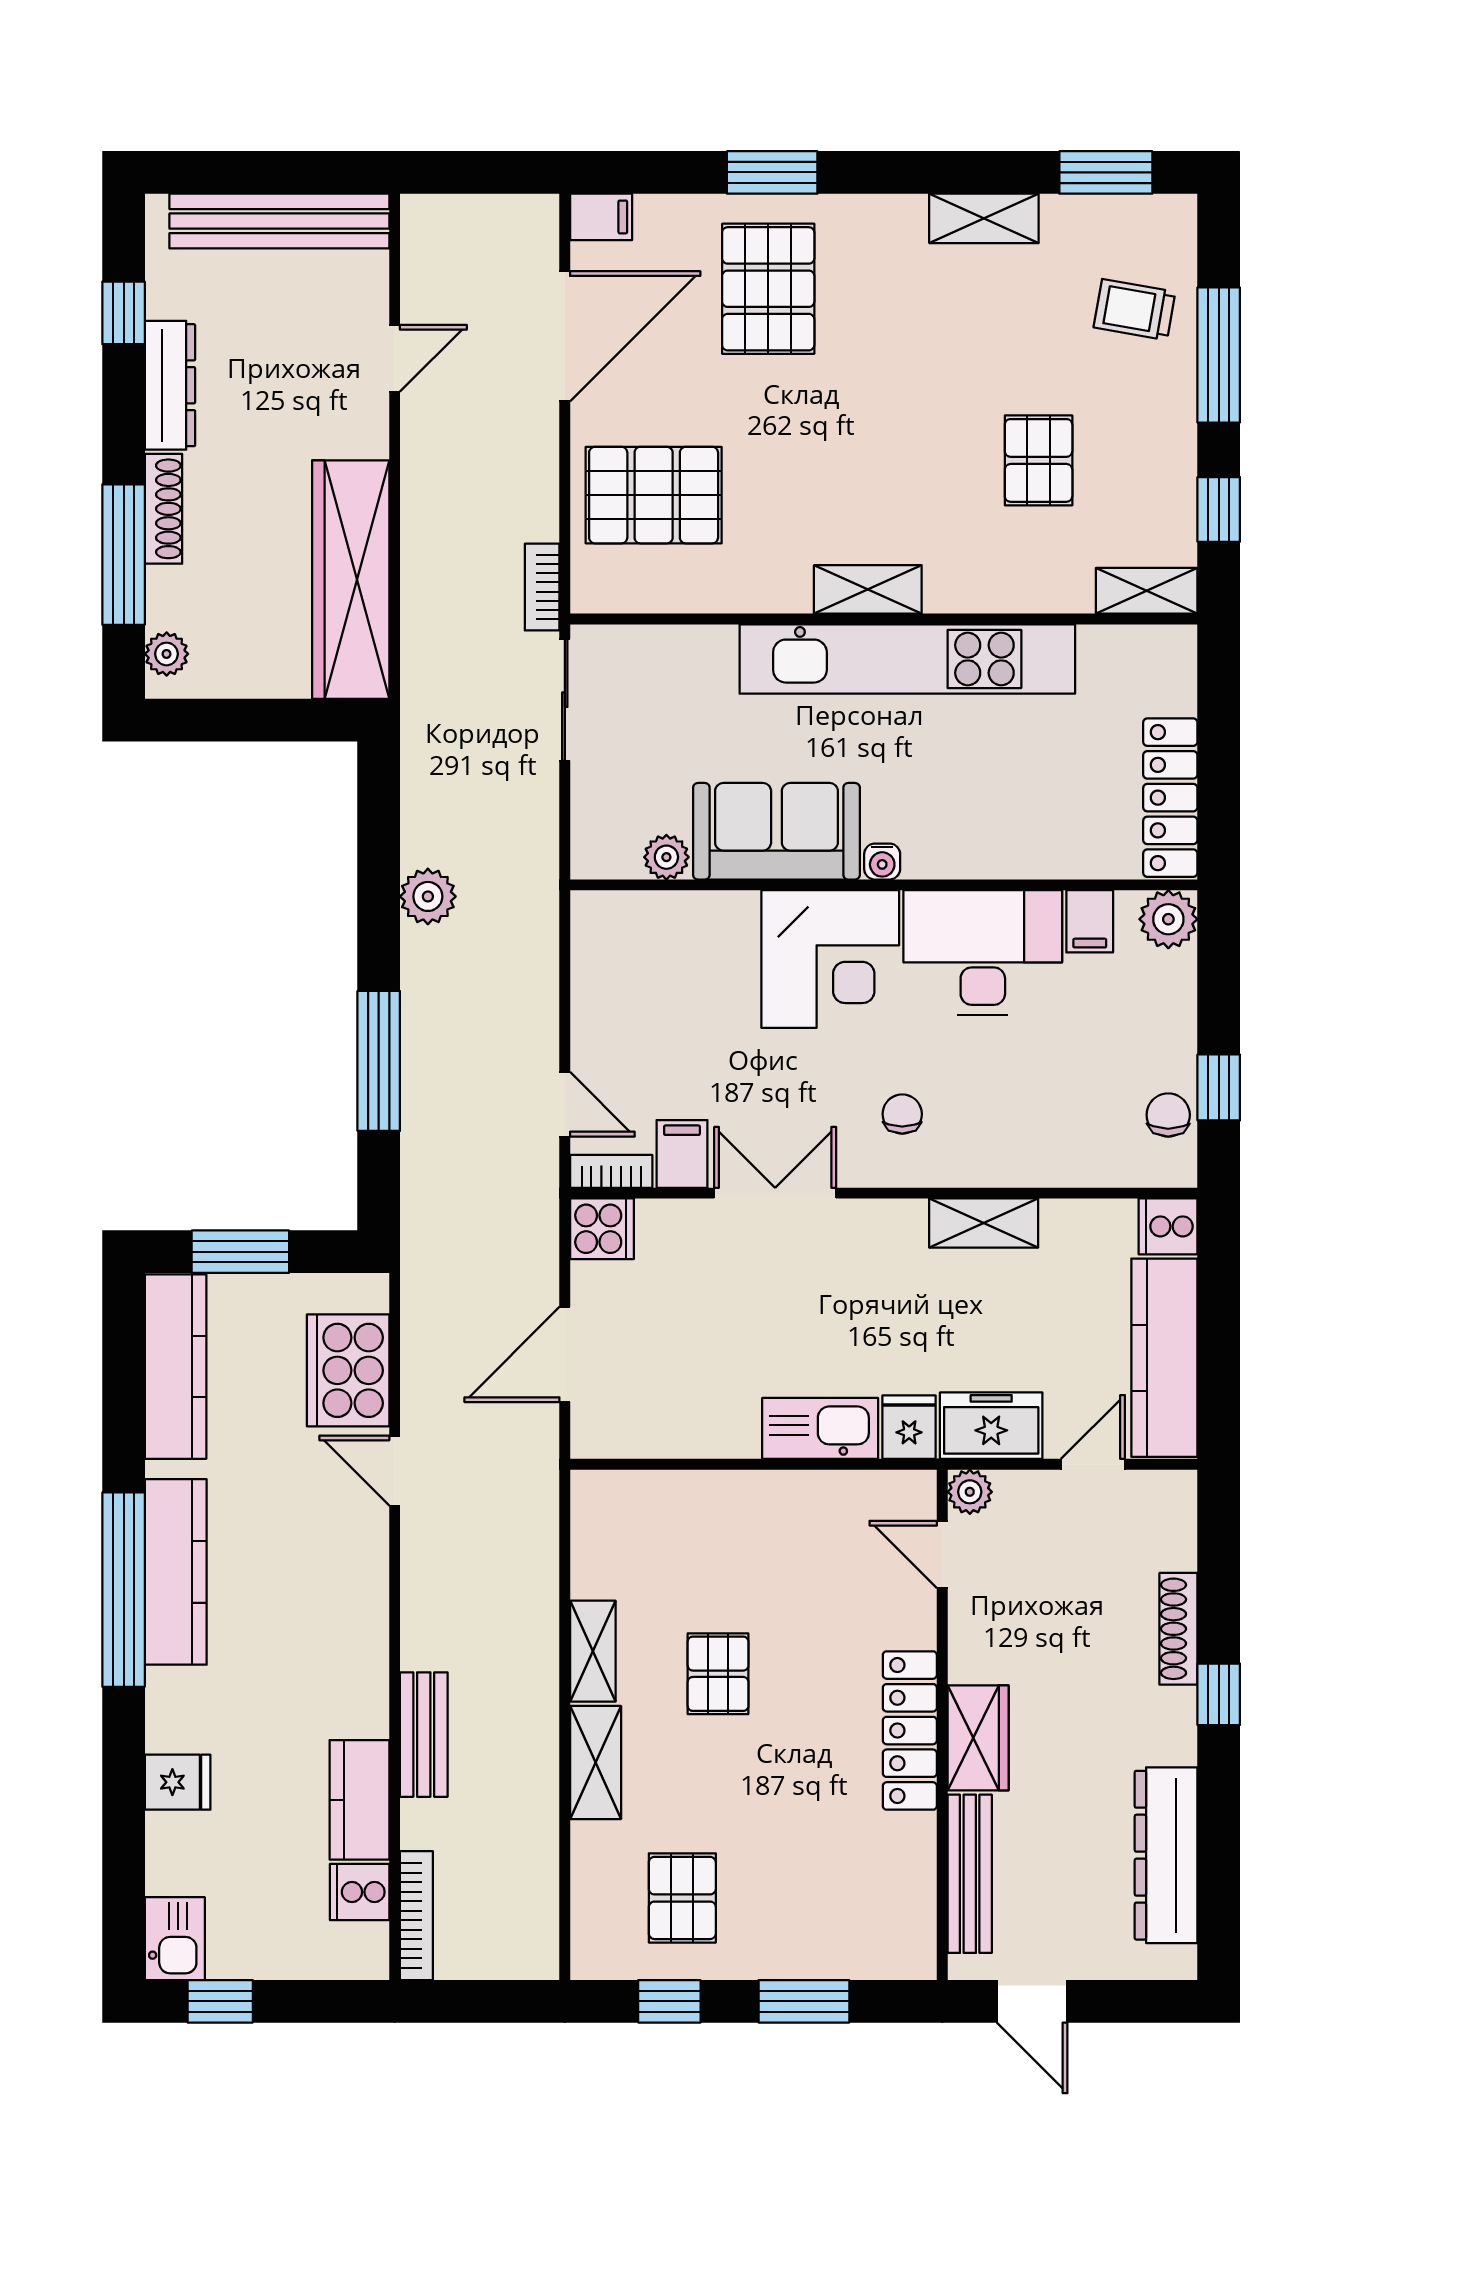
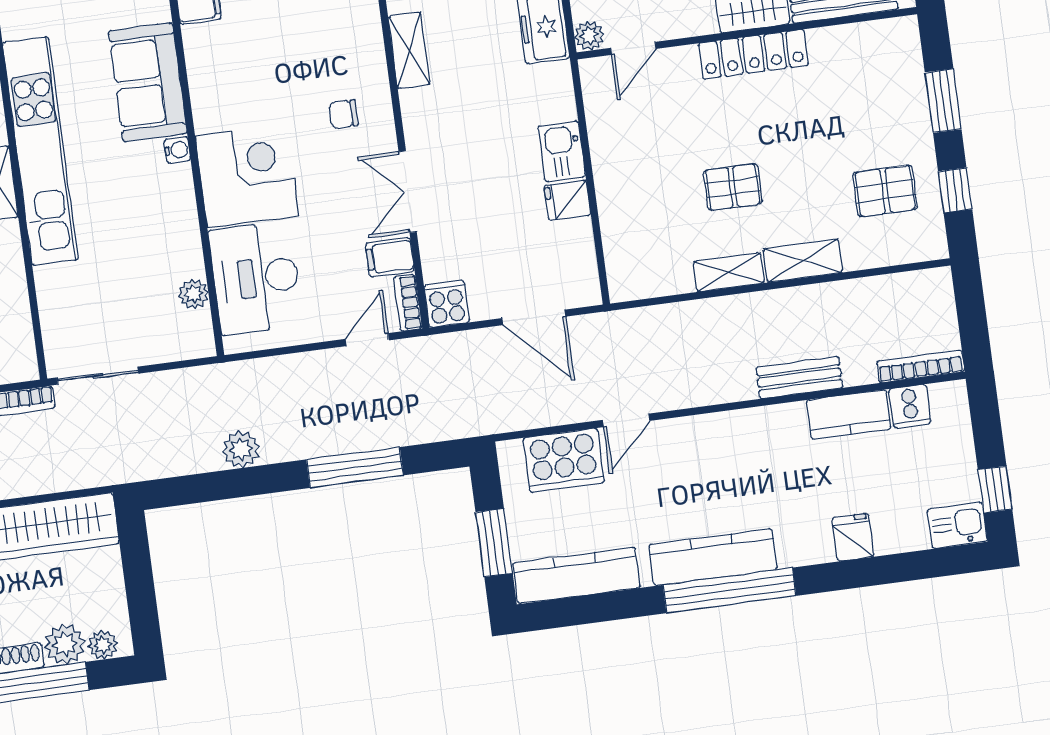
plant: (175, 598) -> (65, 644), added
sofa: (776, 831) -> (148, 82), moved
desk: (983, 952) -> (256, 278), moved
fridge: (909, 1427) -> (567, 200), moved
kitchen sink: (820, 1428) -> (562, 151), width x0.73

